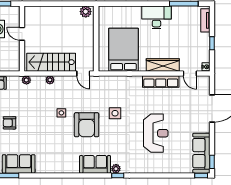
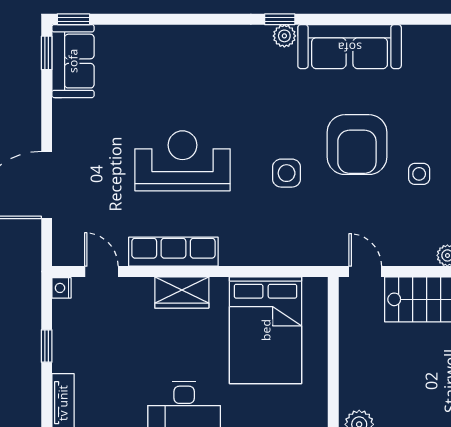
wardrobe: (163, 65) -> (182, 292), width x0.67
armchair: (87, 125) -> (357, 145), turned 180
reception desk: (156, 133) -> (182, 161), moved, turned 90
sofa: (201, 153) -> (73, 61), width x0.73
sofa: (95, 164) -> (350, 47), width x1.36

